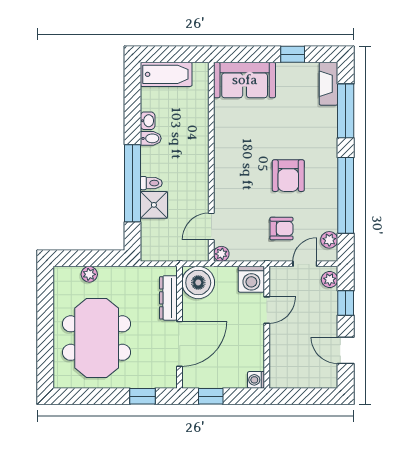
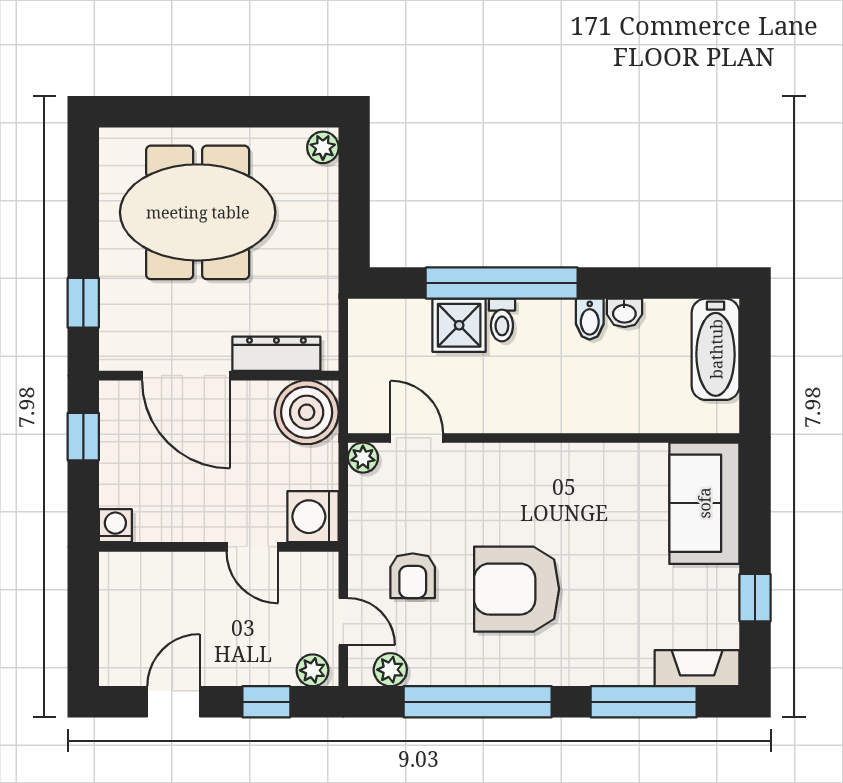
armchair: (288, 176) -> (517, 589), width x1.36, depth x1.36
plant: (89, 274) -> (323, 147), moved

